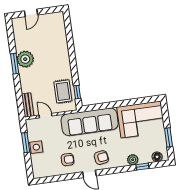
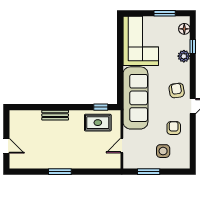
plant: (25, 59) -> (56, 159), removed
bench: (28, 105) -> (55, 115), moved
side table: (36, 147) -> (163, 151), moved

